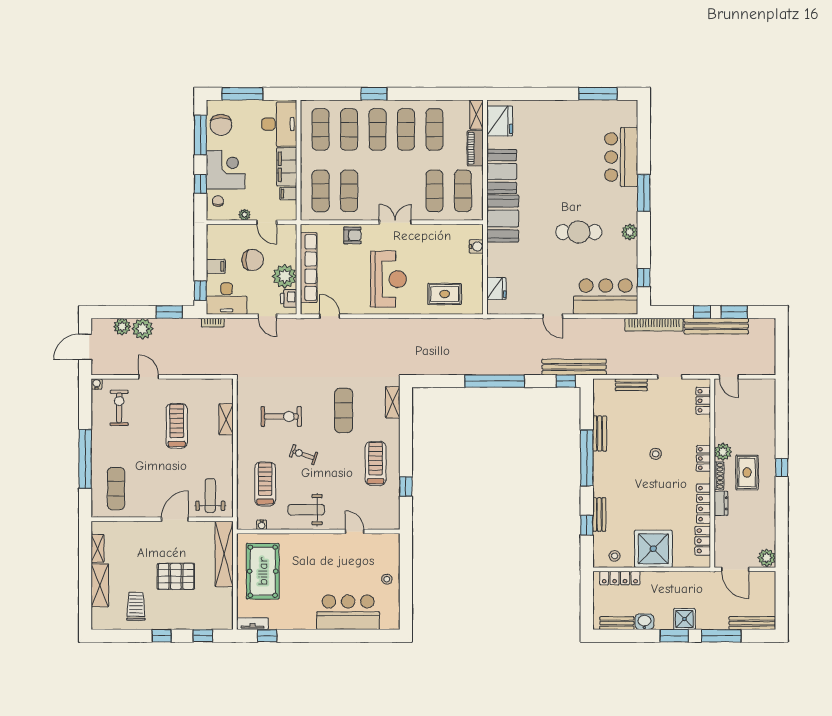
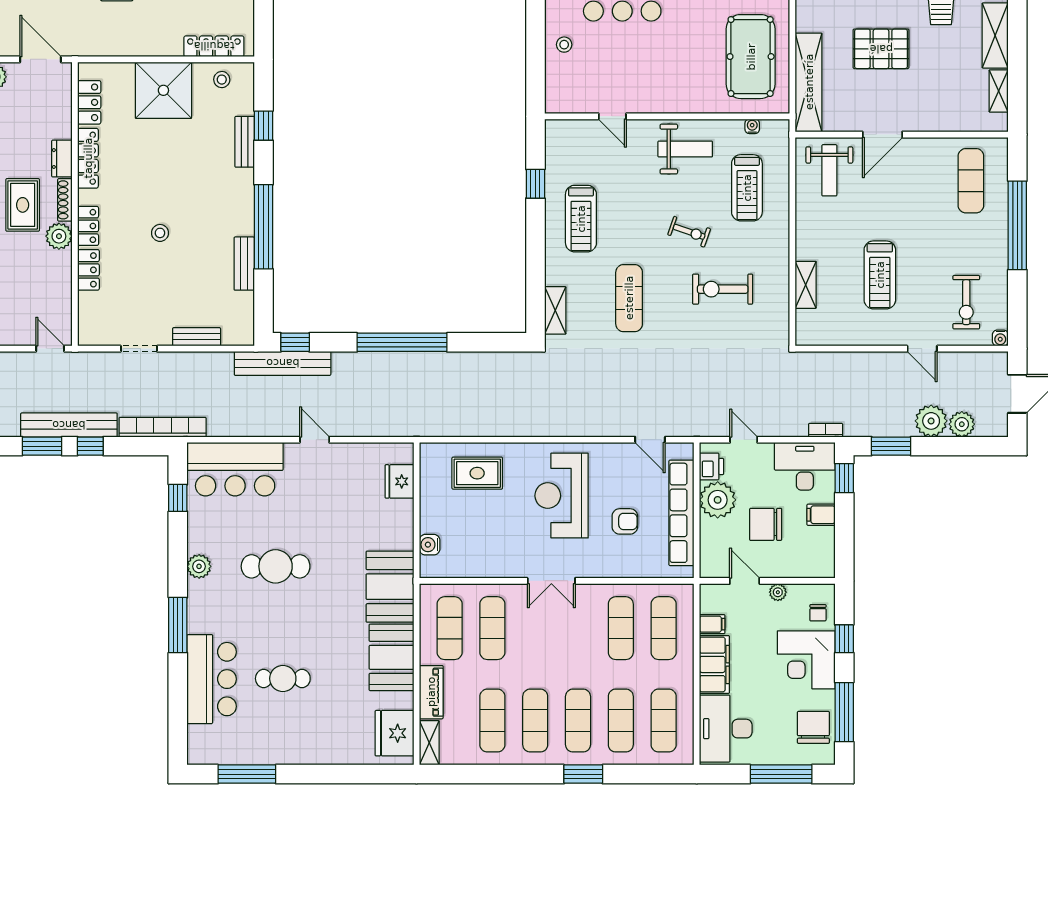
cafe table: (574, 157) -> (283, 679), added
armchair: (352, 235) -> (625, 521), moved, turned 180
locker: (703, 401) -> (88, 270), moved

